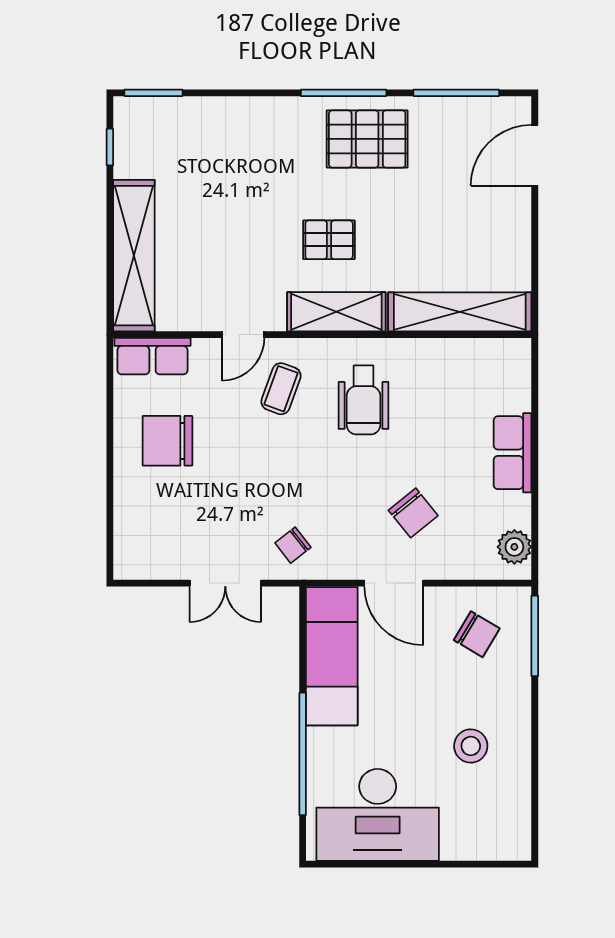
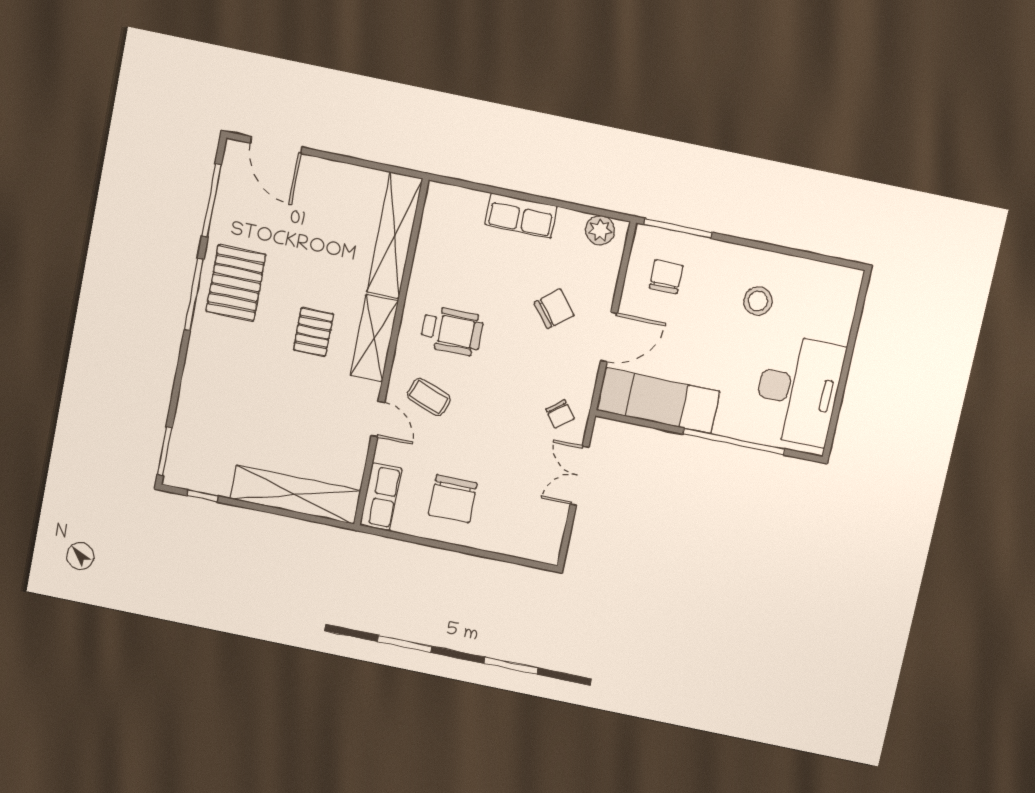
double door: (225, 583) -> (579, 476), swing flipped
chair: (477, 634) -> (666, 277), turned -31

